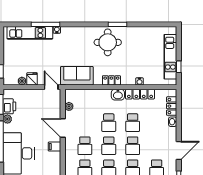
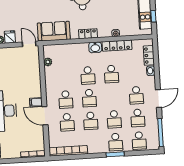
door: (63, 128) -> (45, 116), moved
school desk: (133, 146) -> (136, 95), moved

